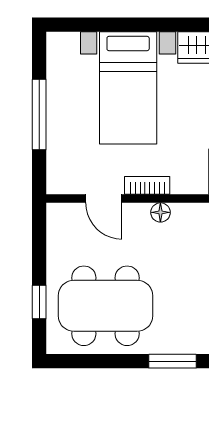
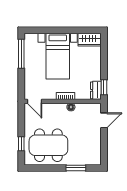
window: (39, 114) -> (21, 54), moved
door: (104, 199) -> (34, 101), moved

